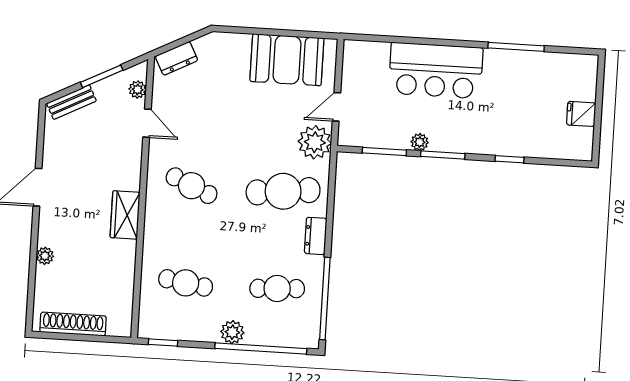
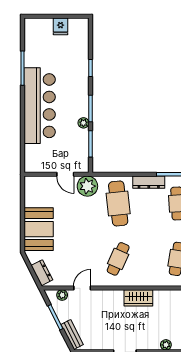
booth: (287, 60) -> (39, 229), moved
bar counter: (436, 70) -> (40, 106), width x1.36
dresser: (316, 236) -> (149, 182), width x1.44

